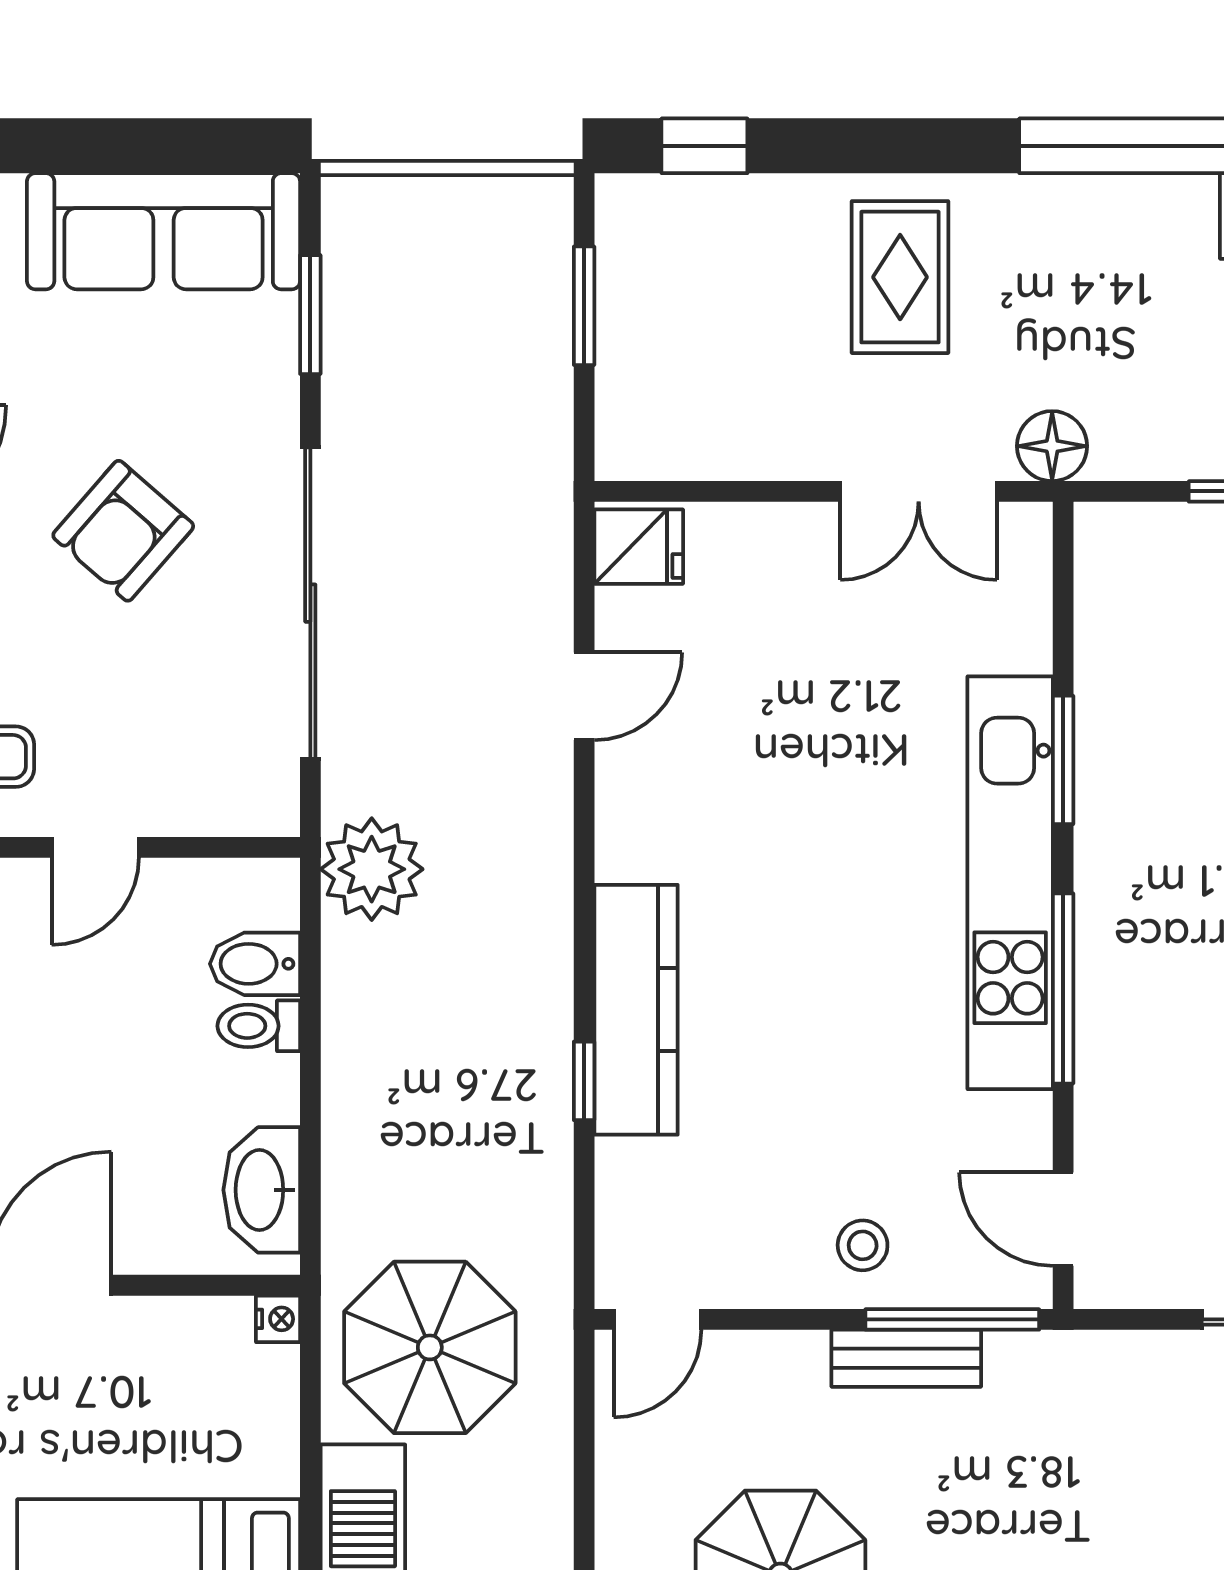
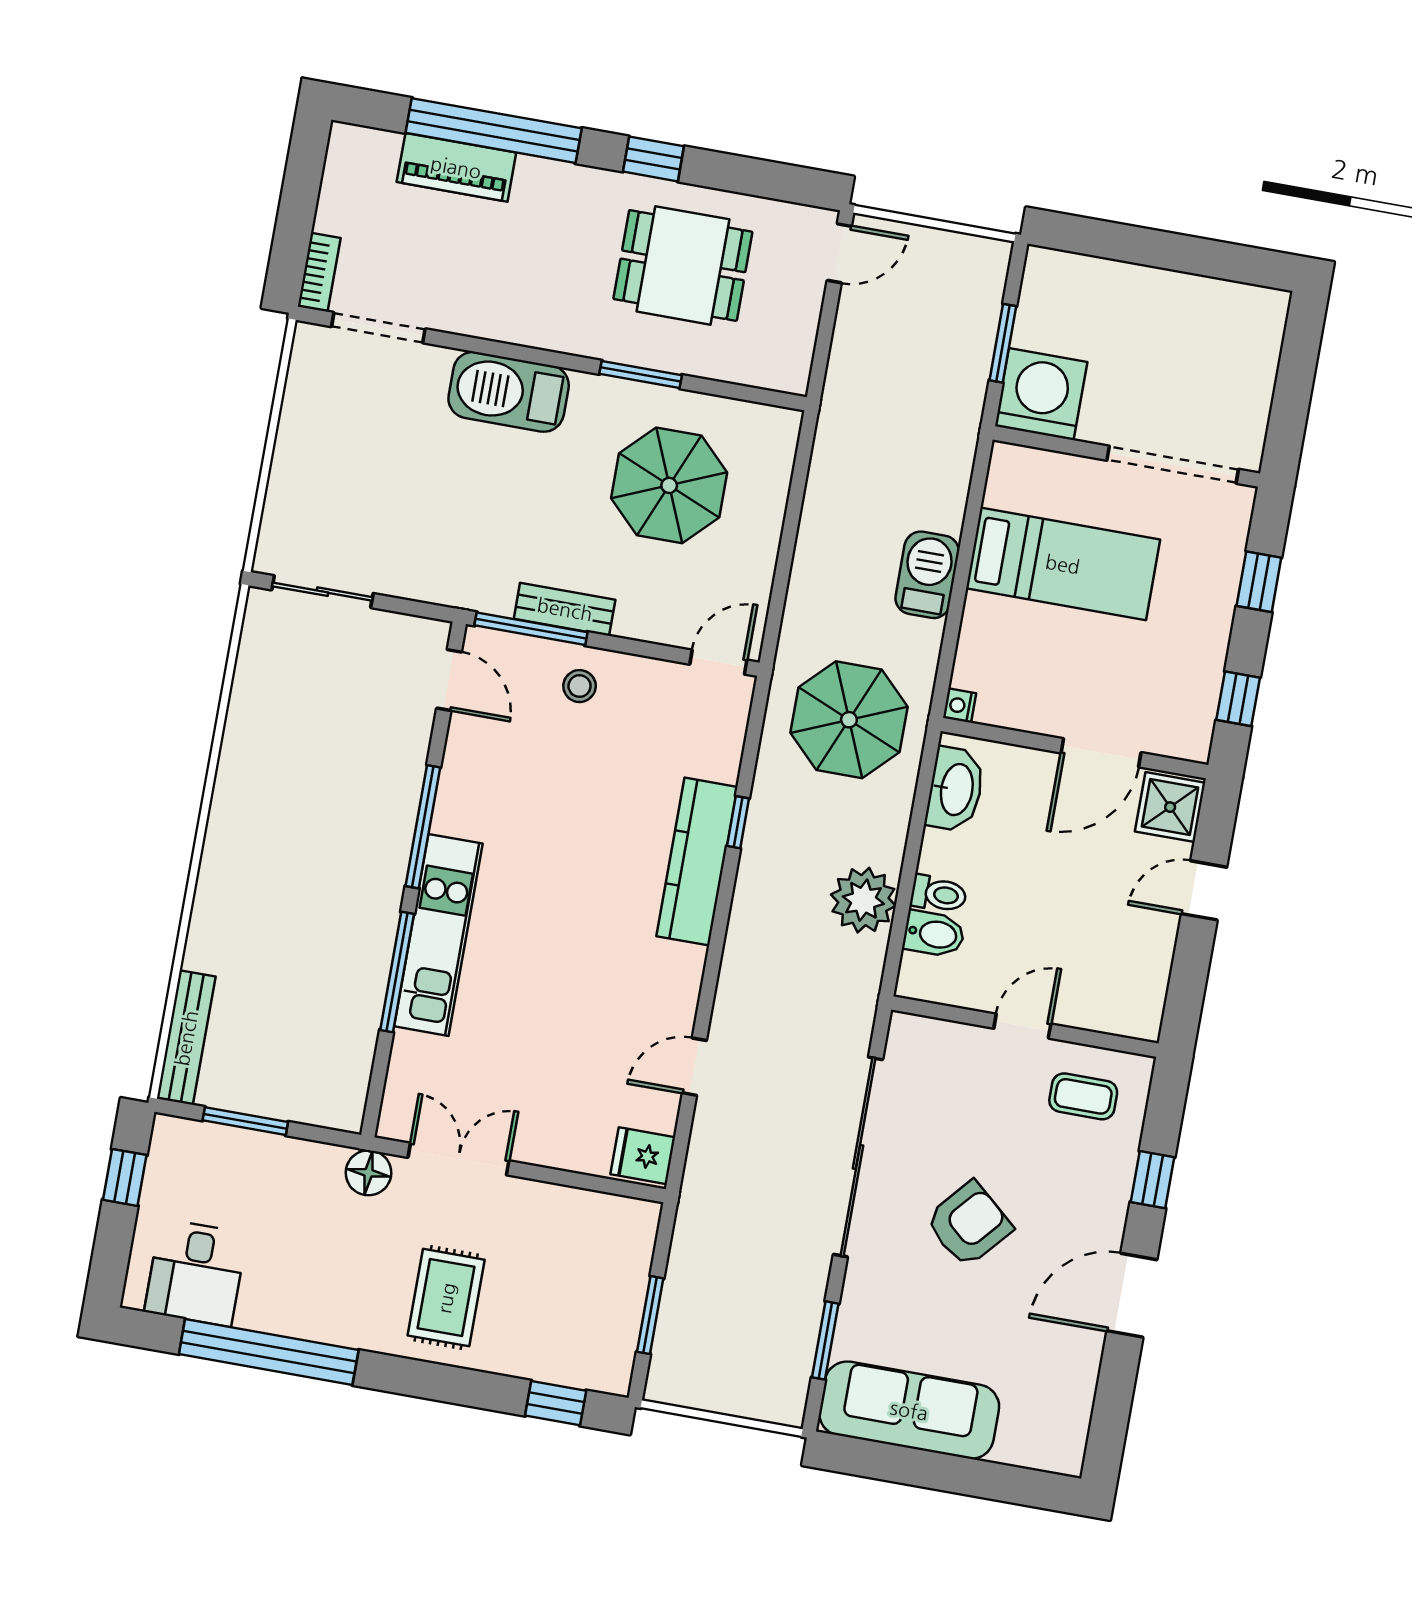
window: (1063, 760) -> (397, 972), width x1.44
plant: (372, 869) -> (863, 900), moved
kitchen unit: (1010, 883) -> (438, 935), width x0.73
parasol: (430, 1347) -> (849, 720), moved

